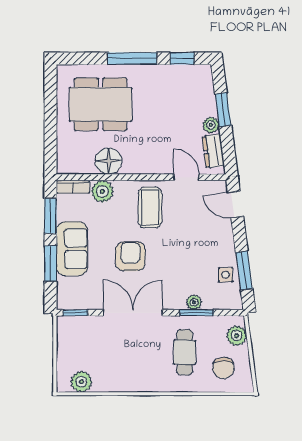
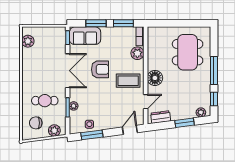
plant: (211, 125) -> (201, 112), moved
floor lamp: (109, 161) -> (155, 78), moved
sofa: (72, 249) -> (85, 36), moved

